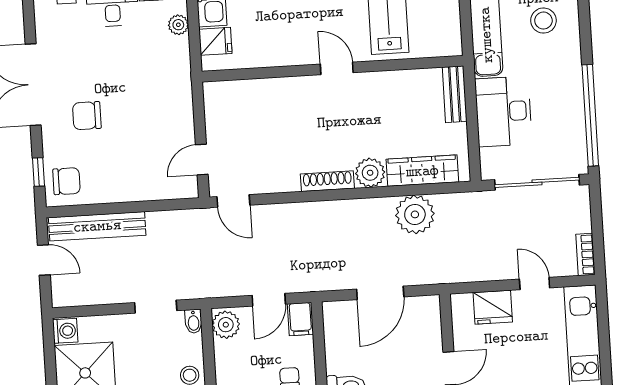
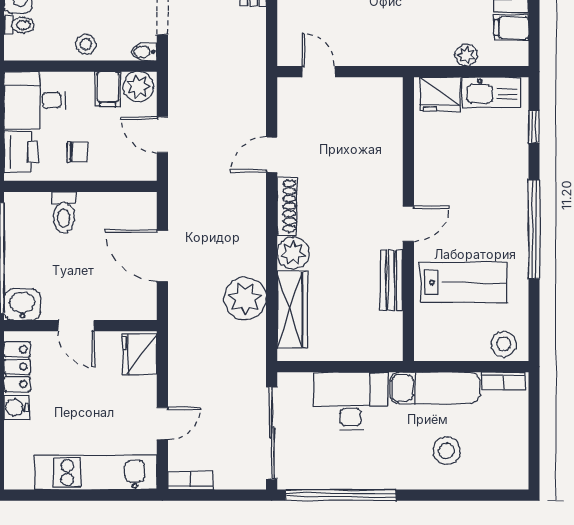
fridge: (215, 41) -> (440, 94), width x1.38
bench: (455, 94) -> (391, 280), moved, turned 90
door: (233, 201) -> (272, 155), moved
fridge: (493, 307) -> (139, 354), moved
filing cabinet: (300, 319) -> (108, 89), moved, turned -90

